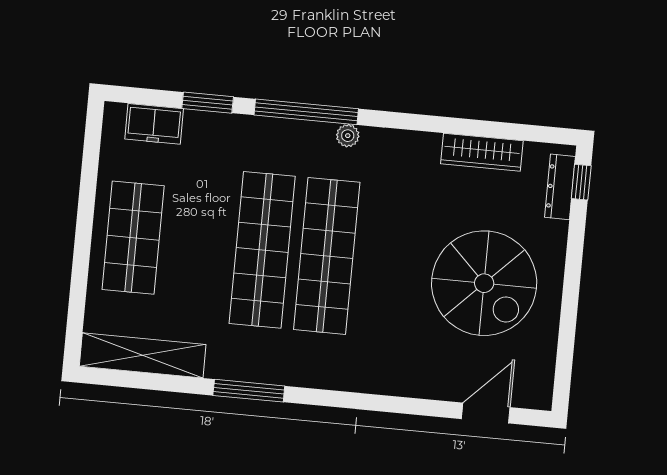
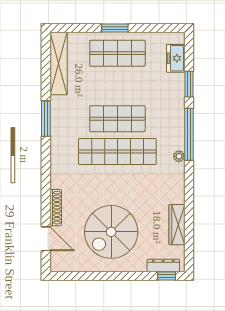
window: (83, 238) -> (115, 28), added
shop shelf: (262, 250) -> (117, 119), width x0.71
shoe rack: (426, 388) -> (56, 208), added

